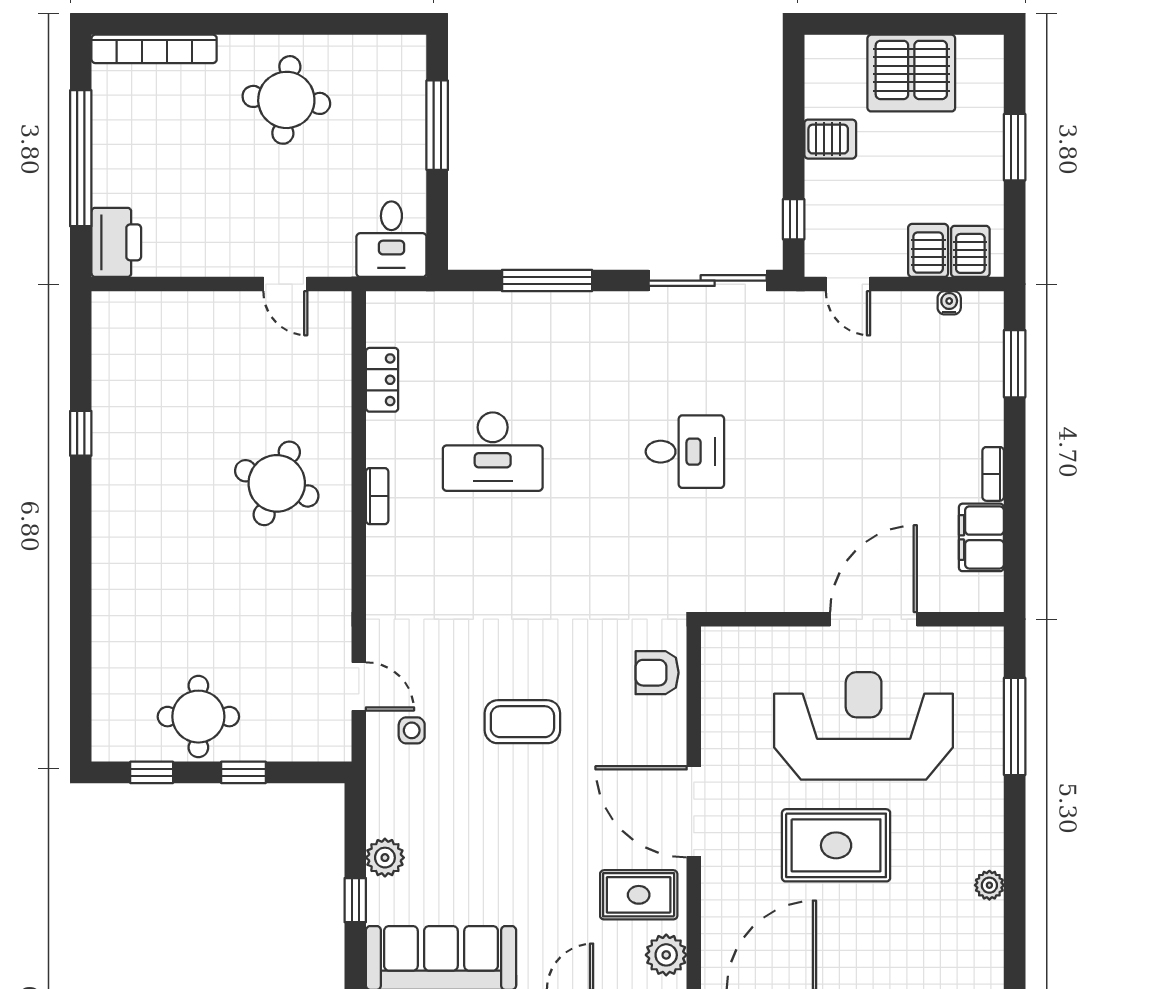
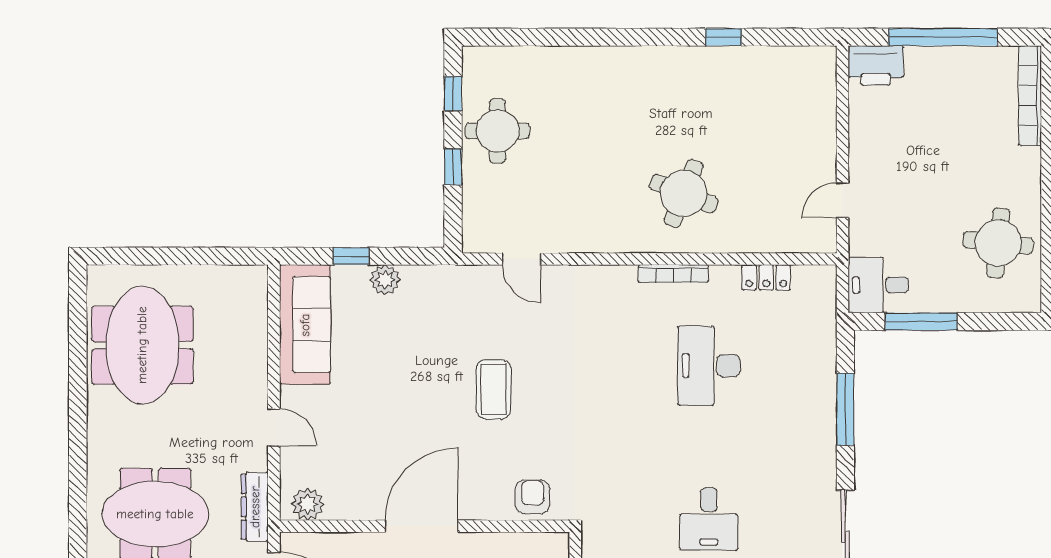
round table: (286, 100) -> (998, 243), moved
window: (437, 125) -> (921, 321), moved
bookcase: (377, 496) -> (673, 274), width x1.56
door: (359, 686) -> (522, 259), hinge flipped
side table: (412, 730) -> (487, 301), removed
rug: (639, 895) -> (355, 482), removed

